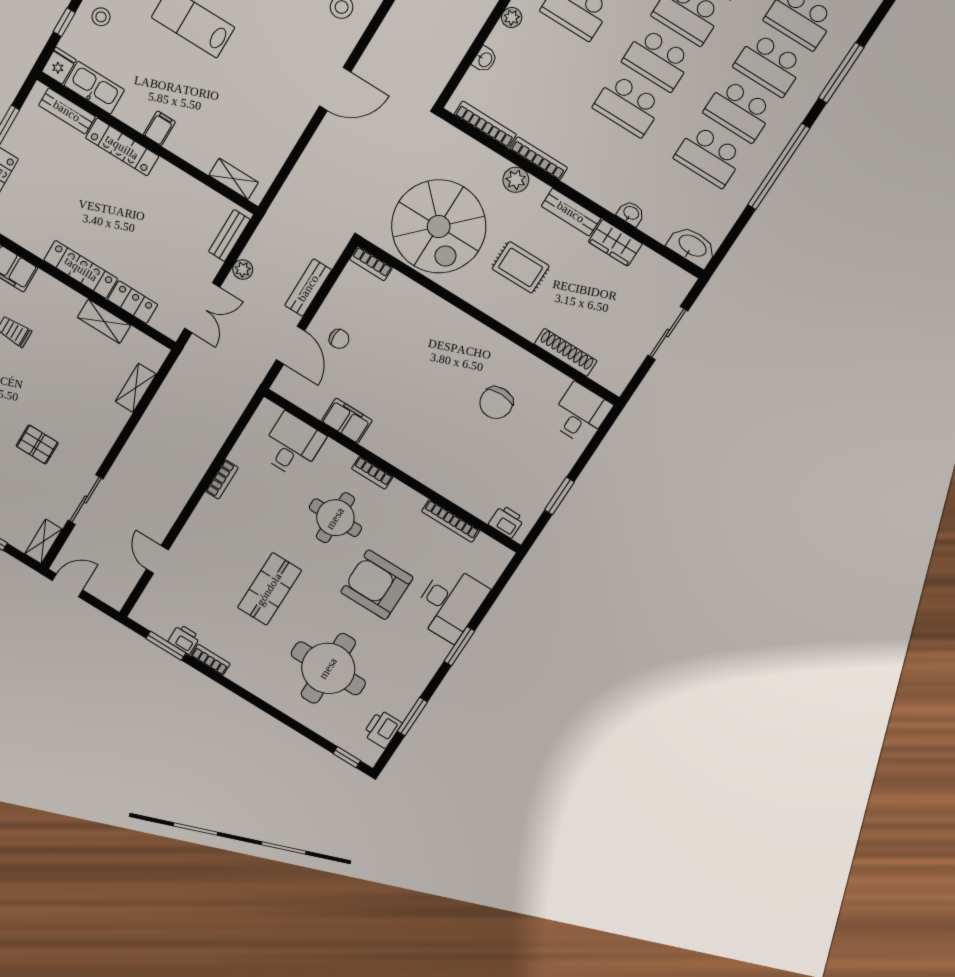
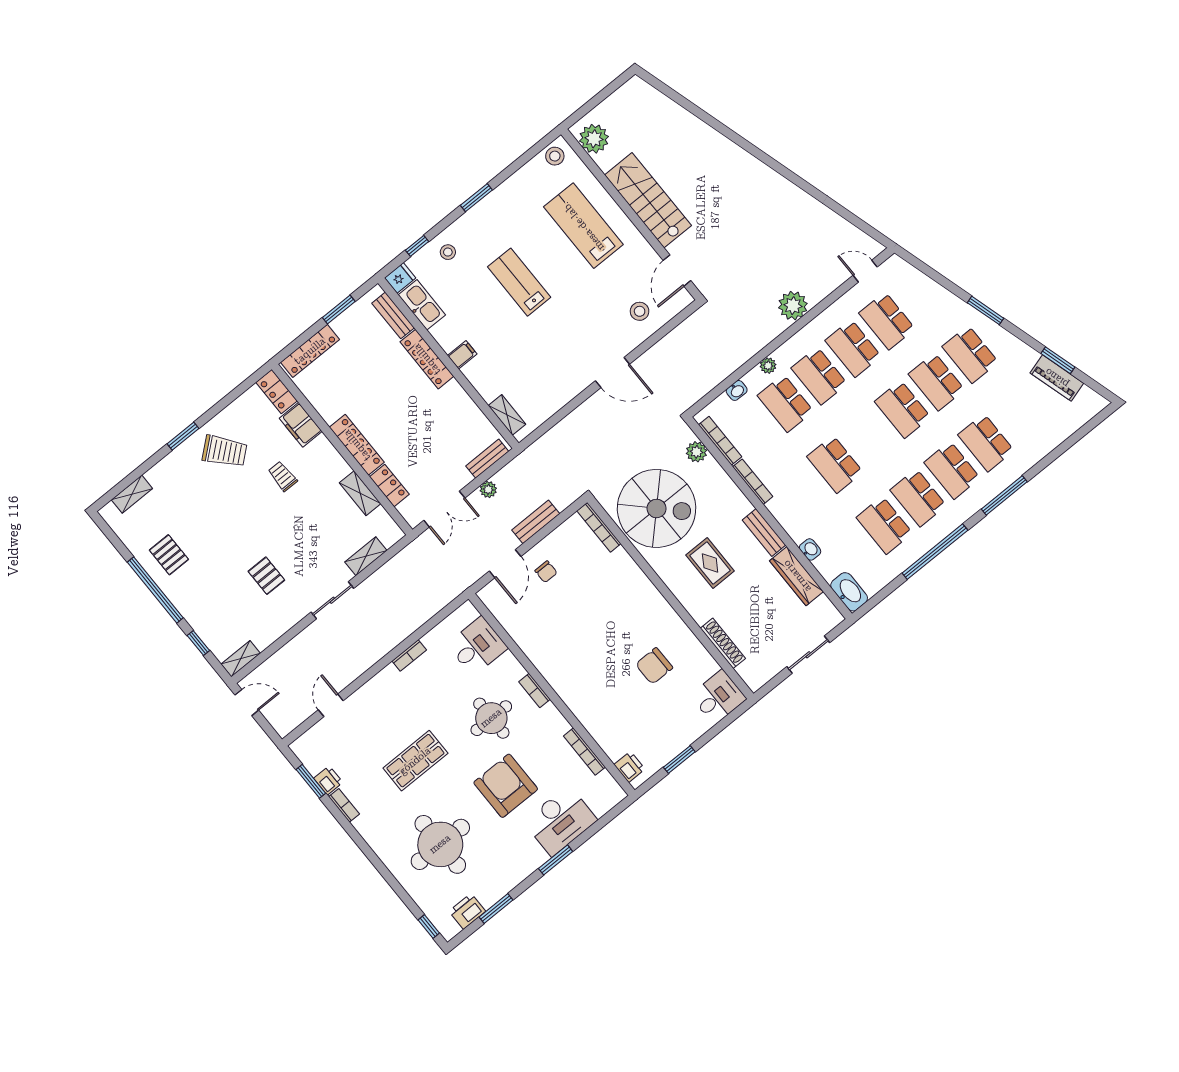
school desk: (657, 60) -> (785, 403), moved
plant: (516, 180) -> (696, 452), moved
spiral stairs: (439, 226) -> (657, 508), turned -90
wardrobe: (615, 243) -> (797, 576), width x1.50
bookcase: (371, 264) -> (599, 527), width x1.56
filing cabinet: (347, 421) -> (529, 641), removed
sliding door: (86, 500) -> (332, 600), moved

